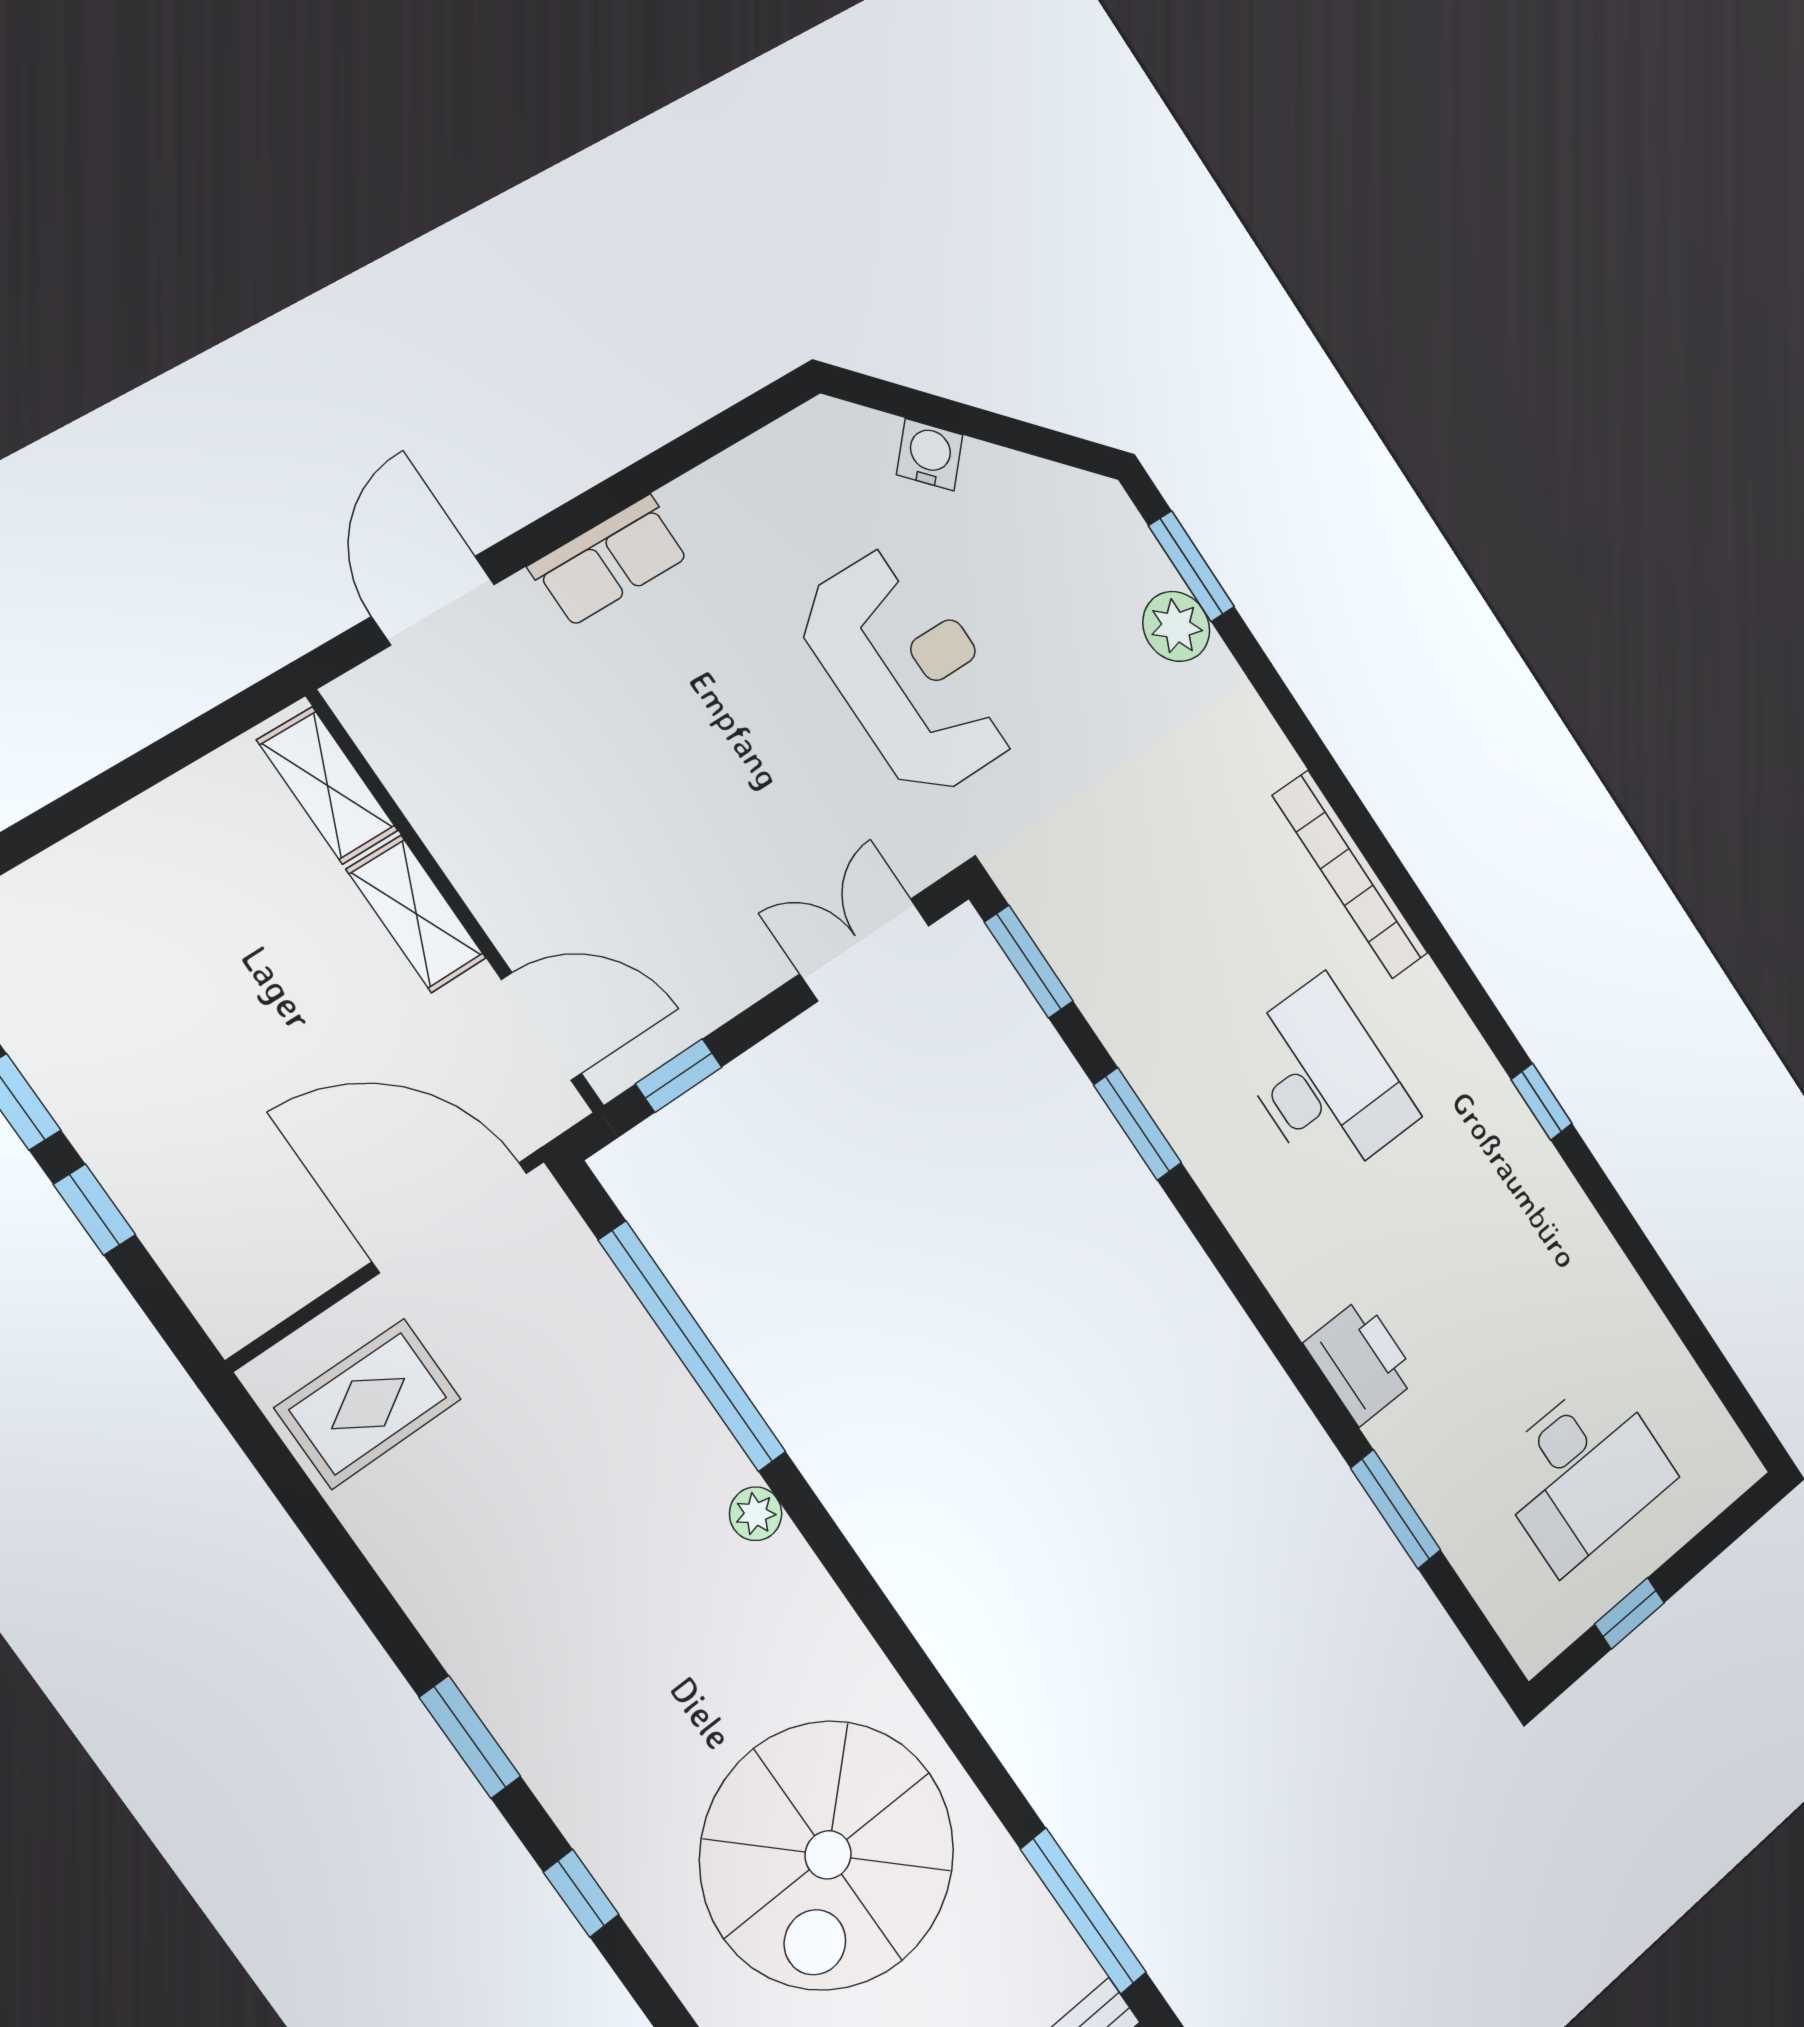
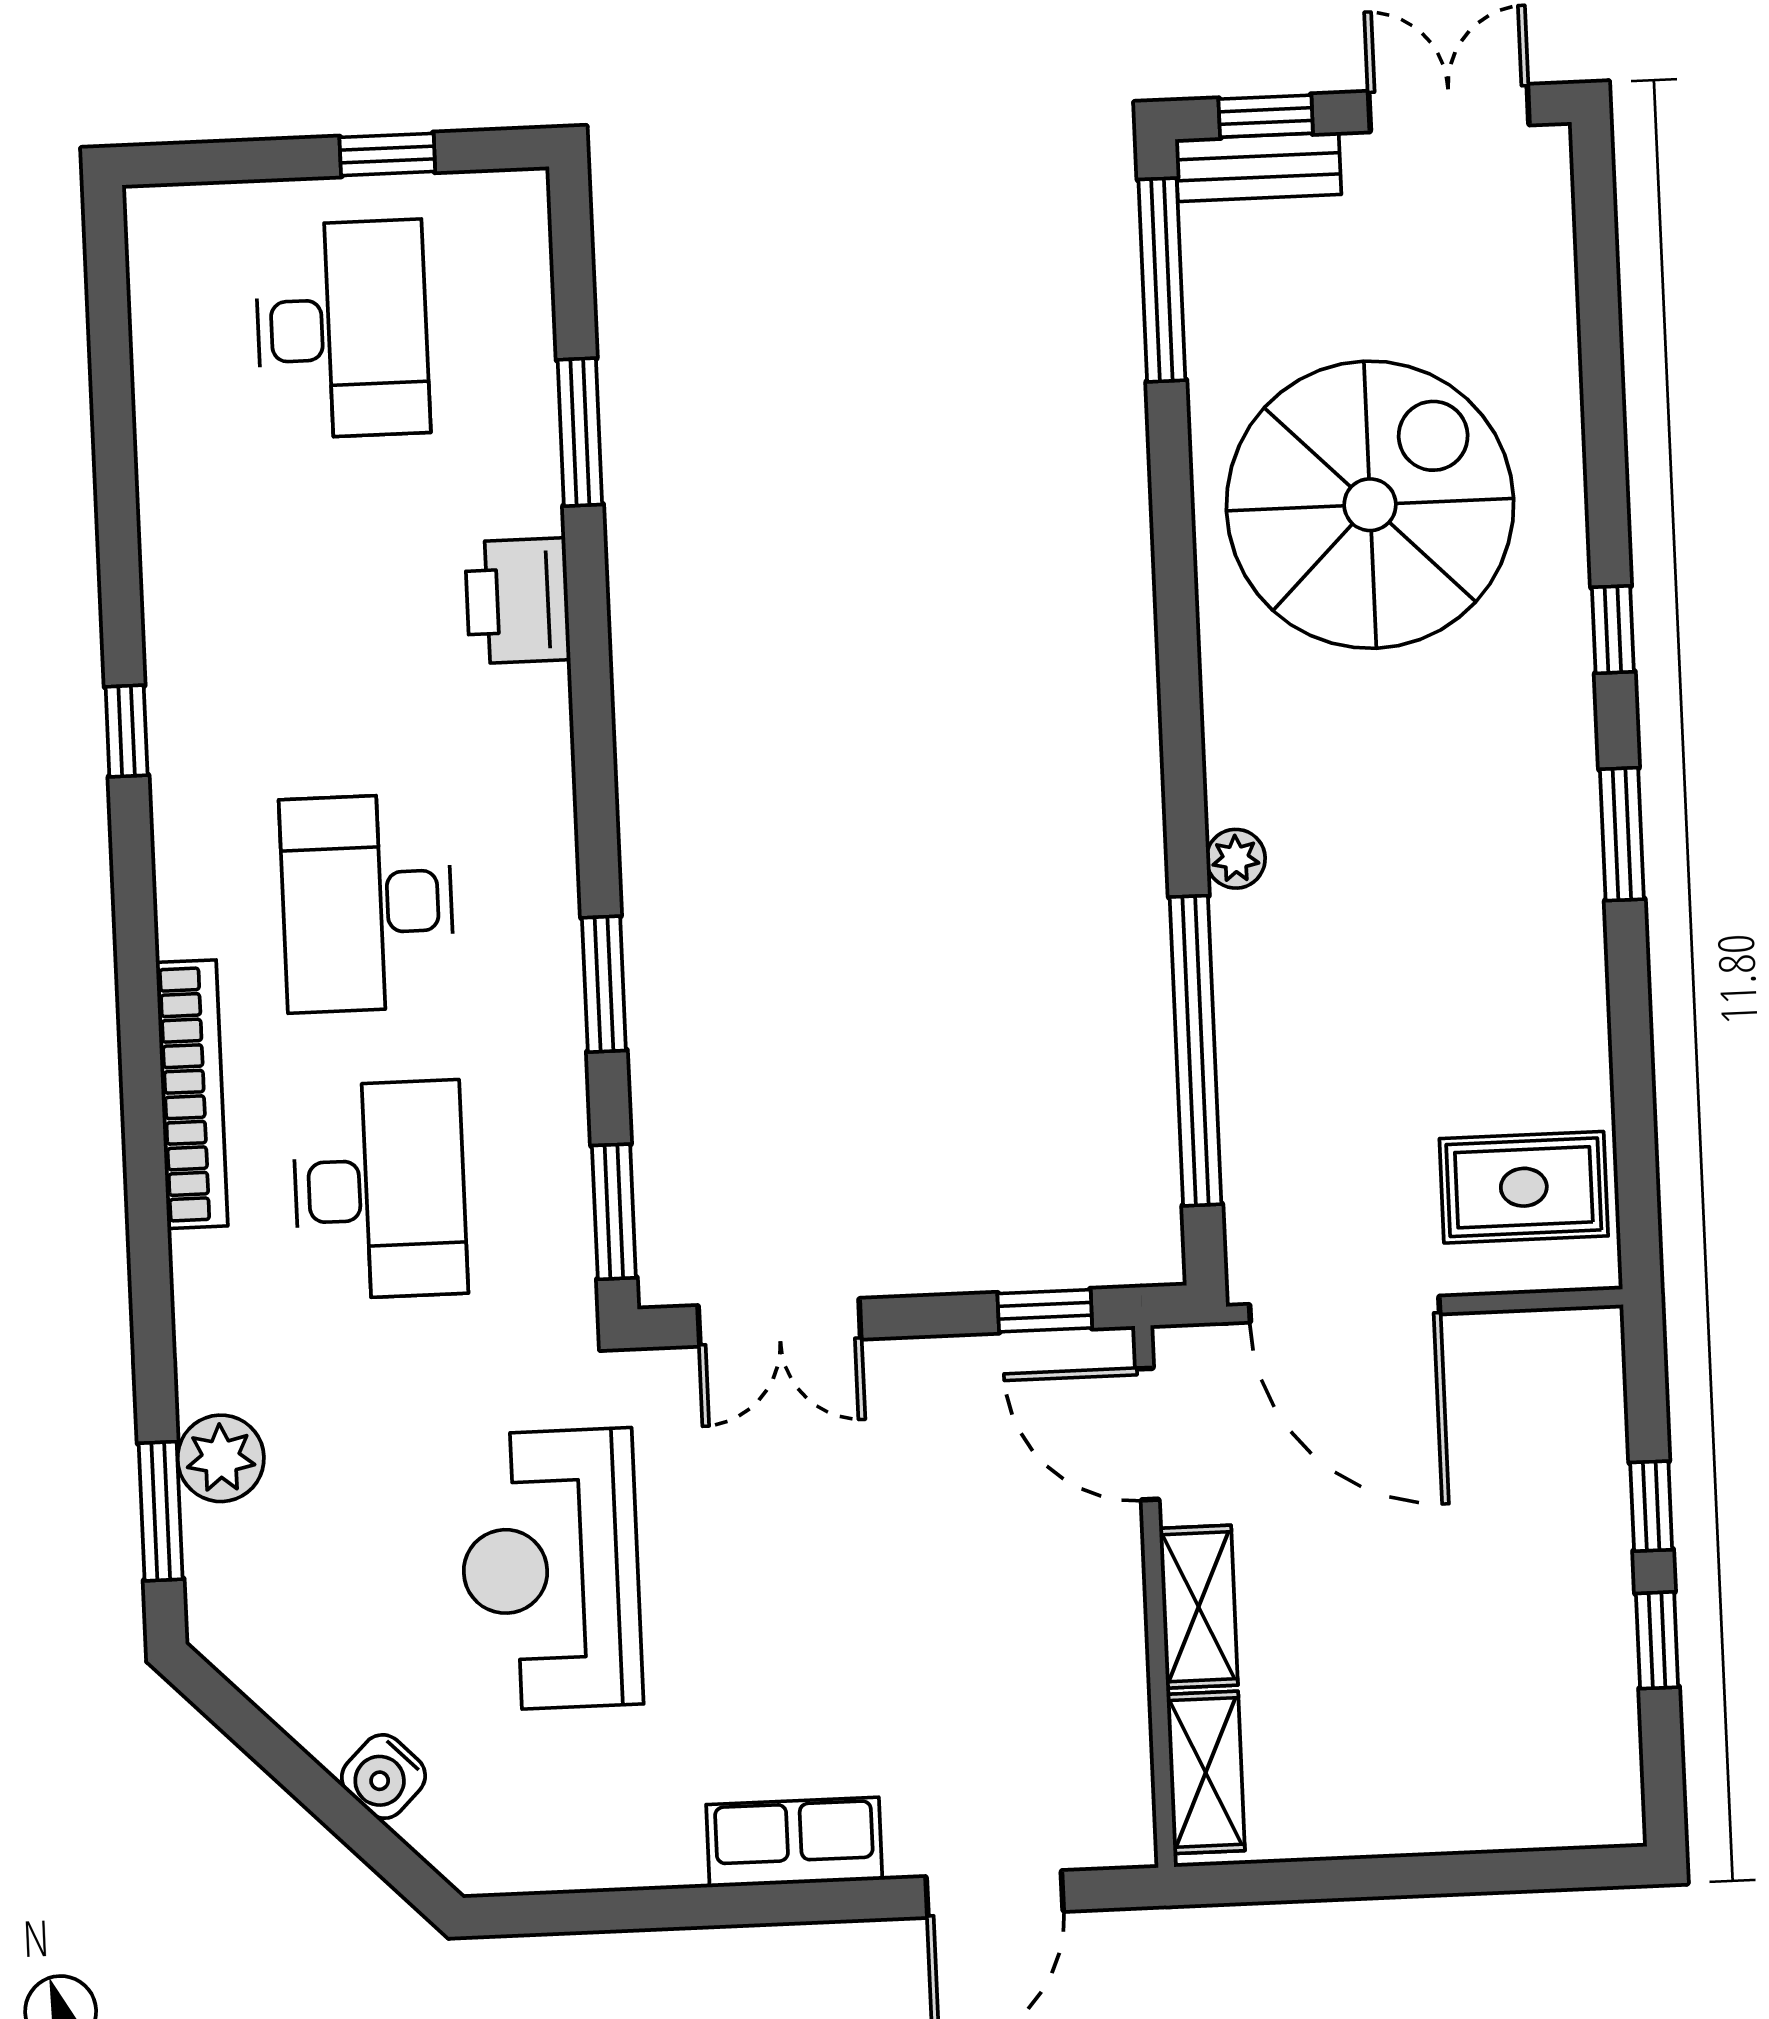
desk: (1192, 881) -> (380, 1190), added
desk: (1583, 1472) -> (342, 329), turned 90

